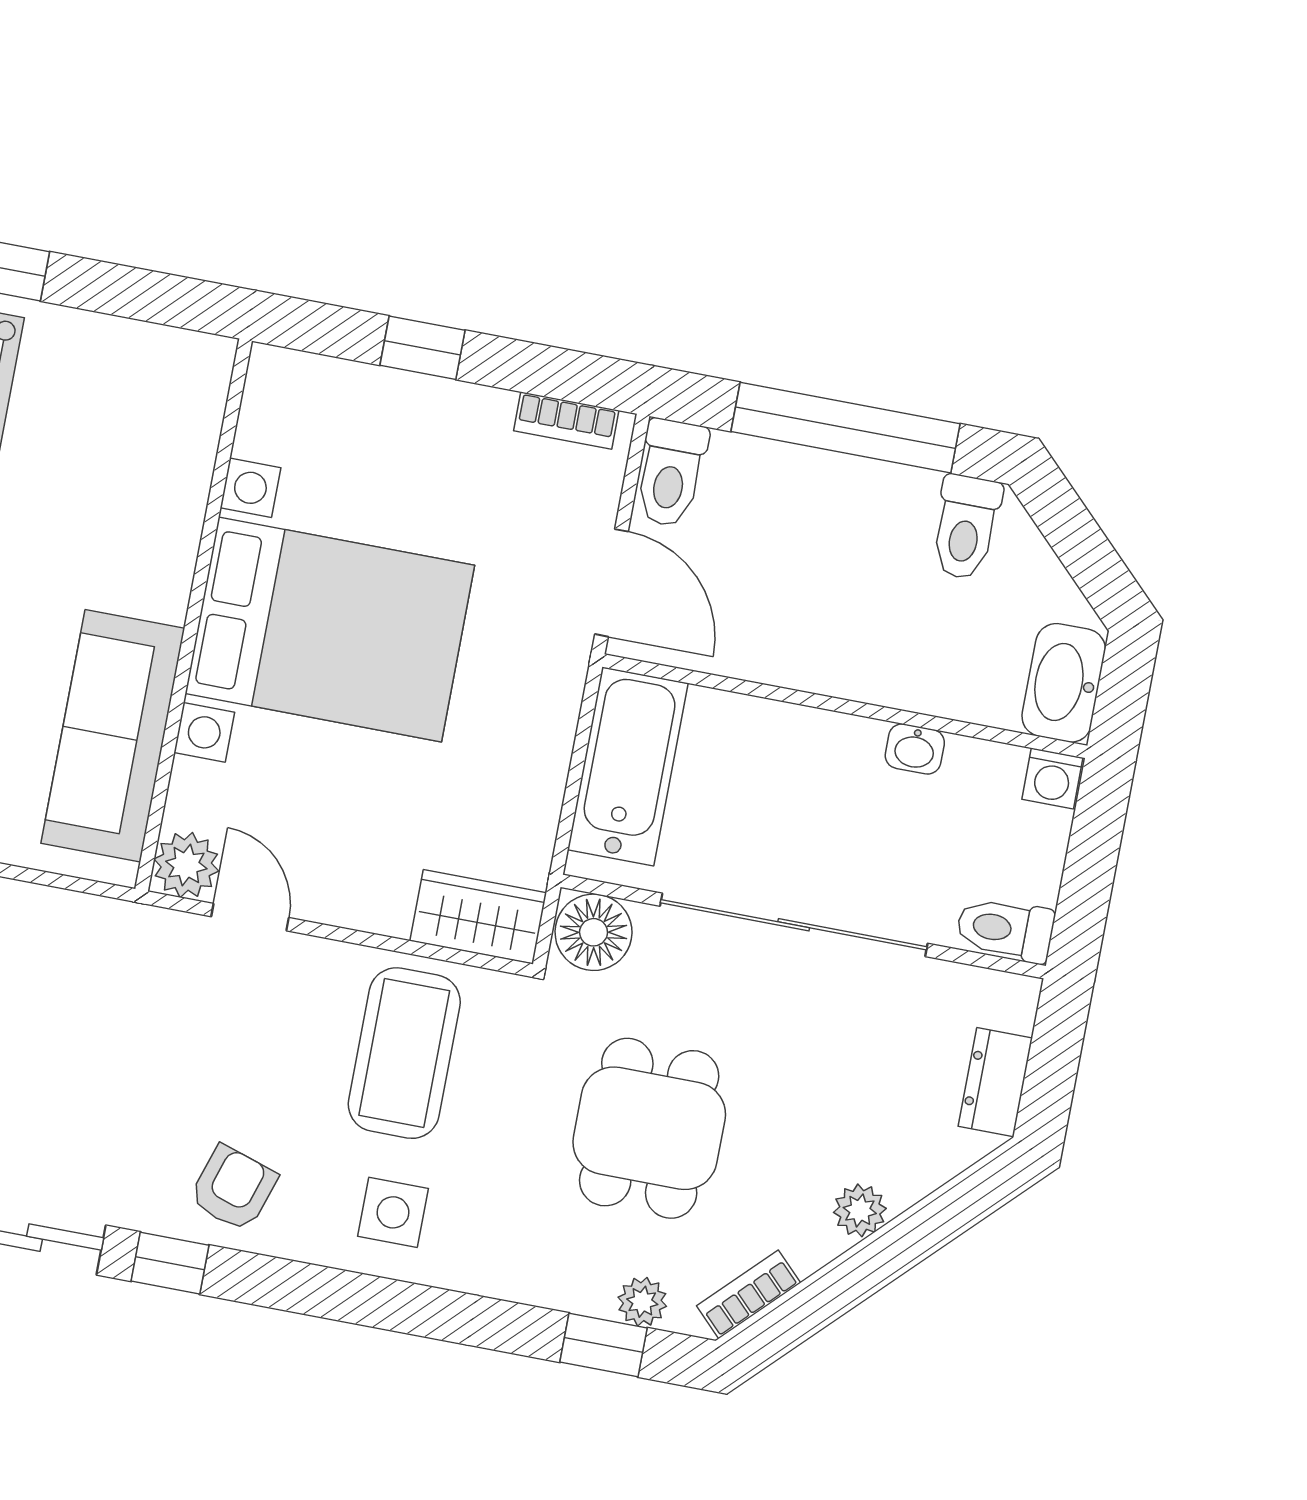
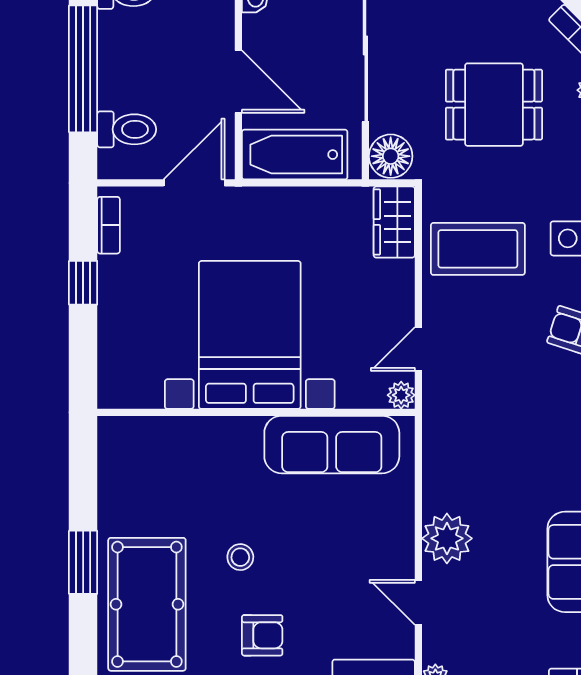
window: (423, 348) -> (83, 283), moved
toilet: (671, 473) -> (127, 129), moved
door: (773, 693) -> (238, 82), added
plant: (186, 865) -> (401, 395), width x0.73, depth x0.73

